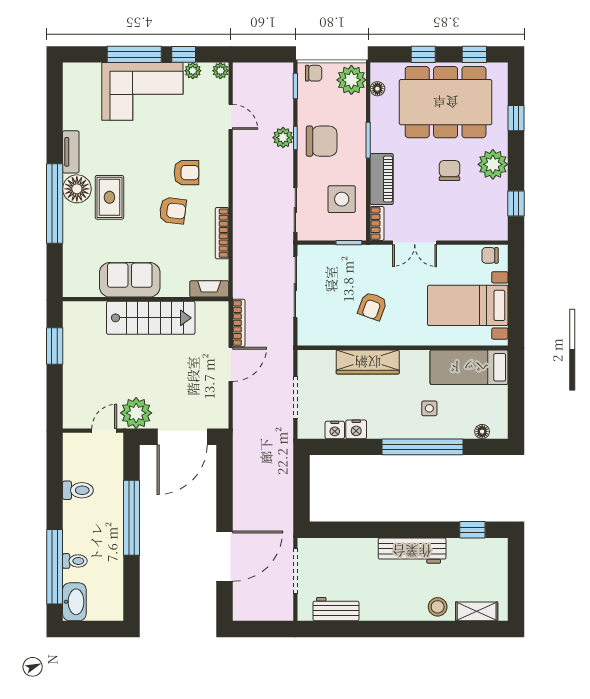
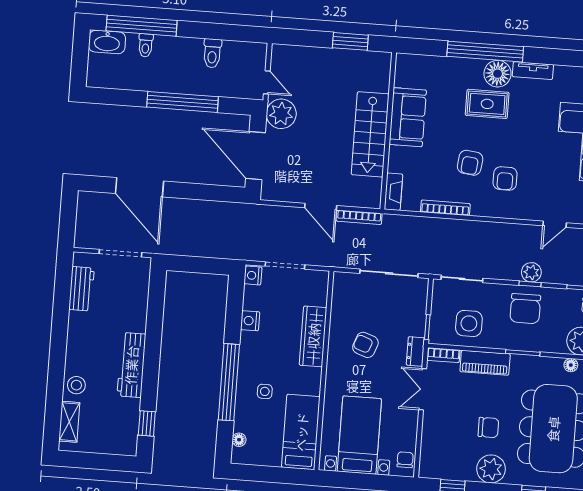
dresser: (375, 253) -> (415, 351), added
nightstand: (335, 430) -> (253, 275), moved

